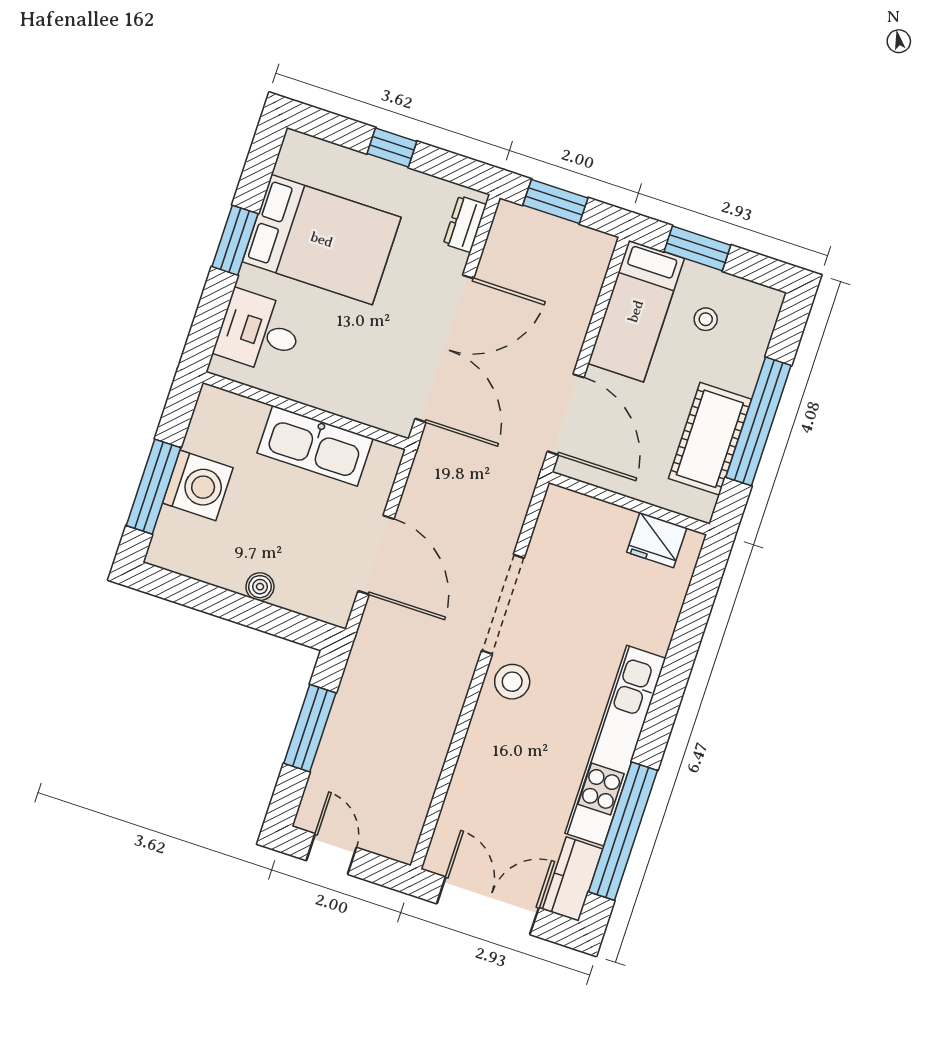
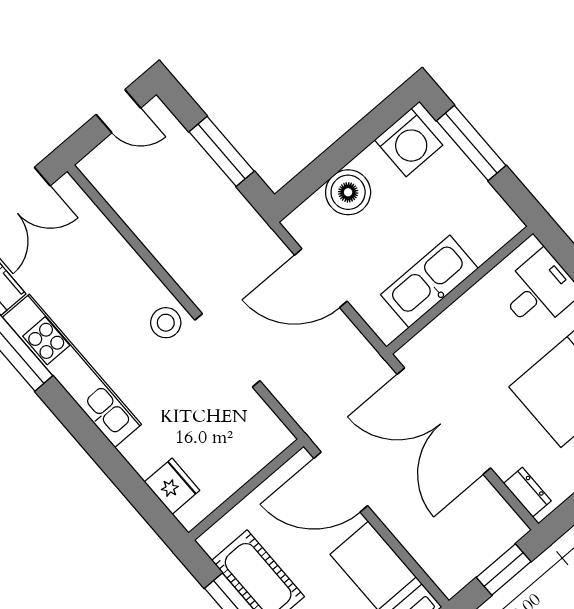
washing machine: (198, 485) -> (409, 143), moved, turned -90
fridge: (657, 540) -> (172, 486), moved, turned 90
boiler: (260, 587) -> (348, 192), width x1.86, depth x1.86

